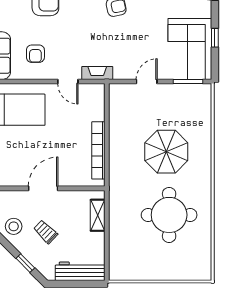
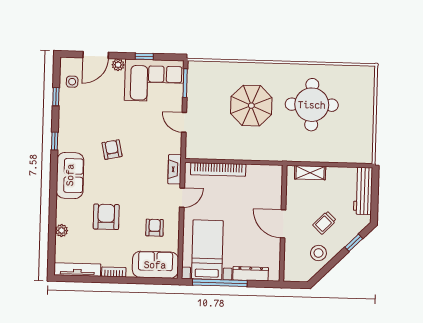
plant: (205, 11) -> (118, 65), added
armchair: (35, 54) -> (155, 228), turned -90
bookcase: (98, 150) -> (218, 169), moved

